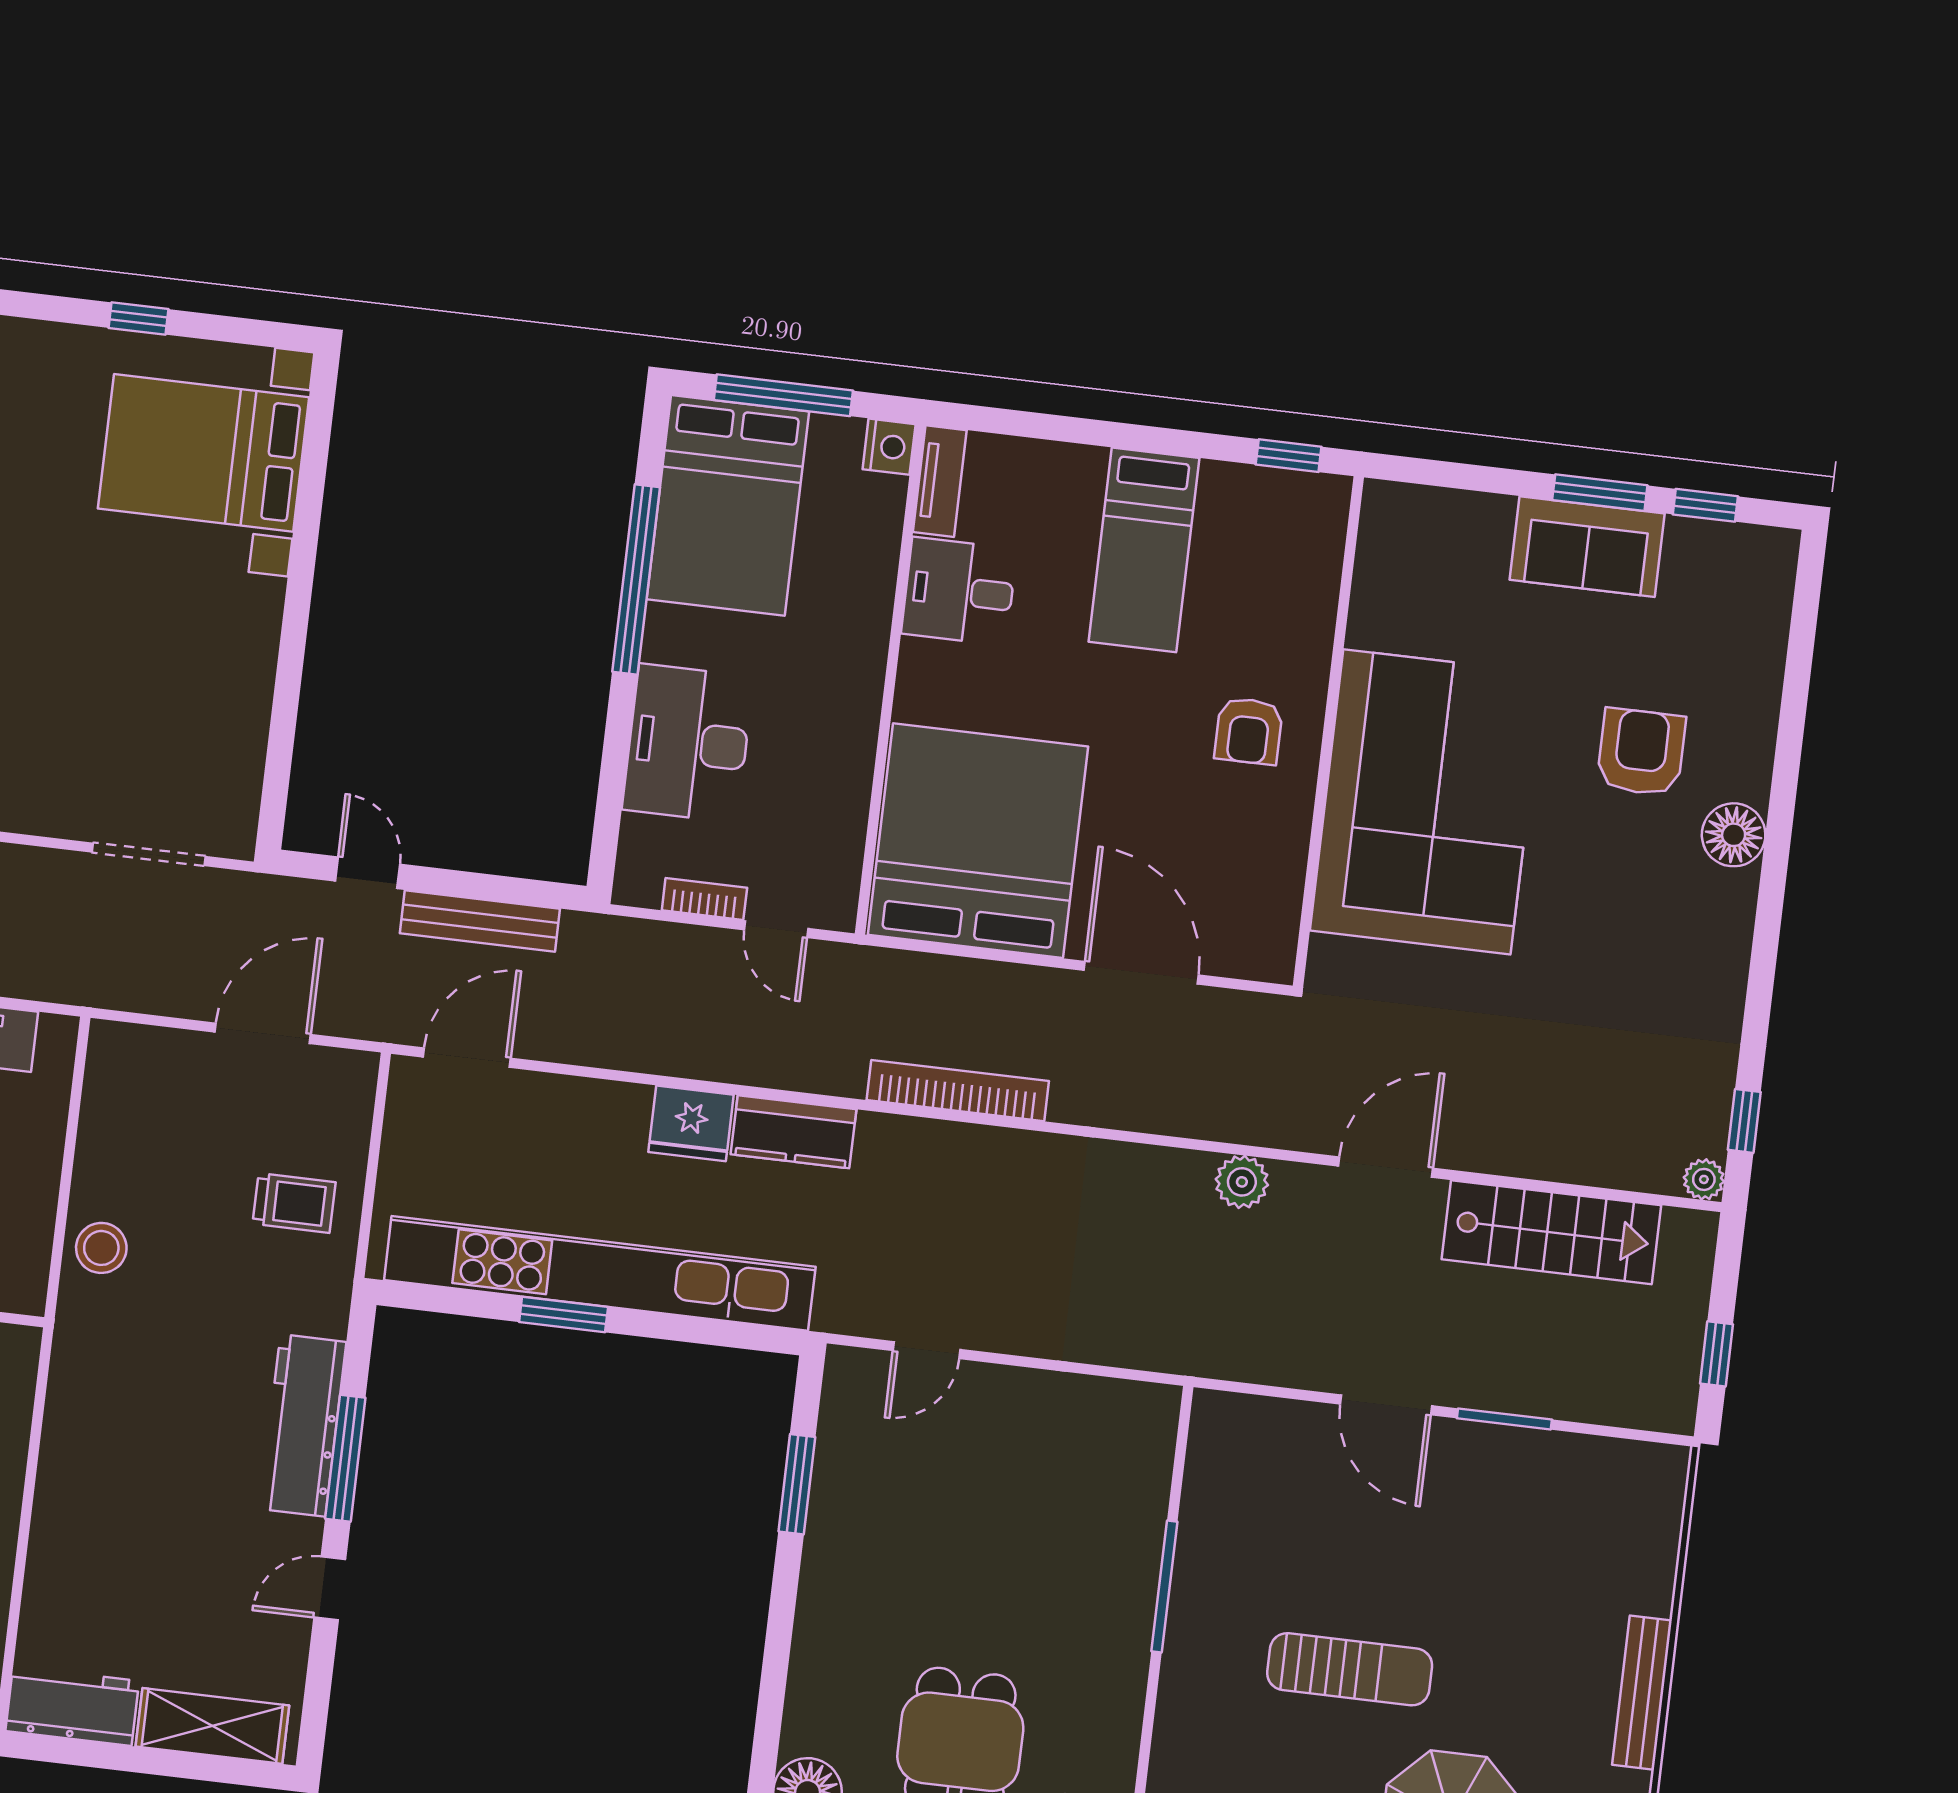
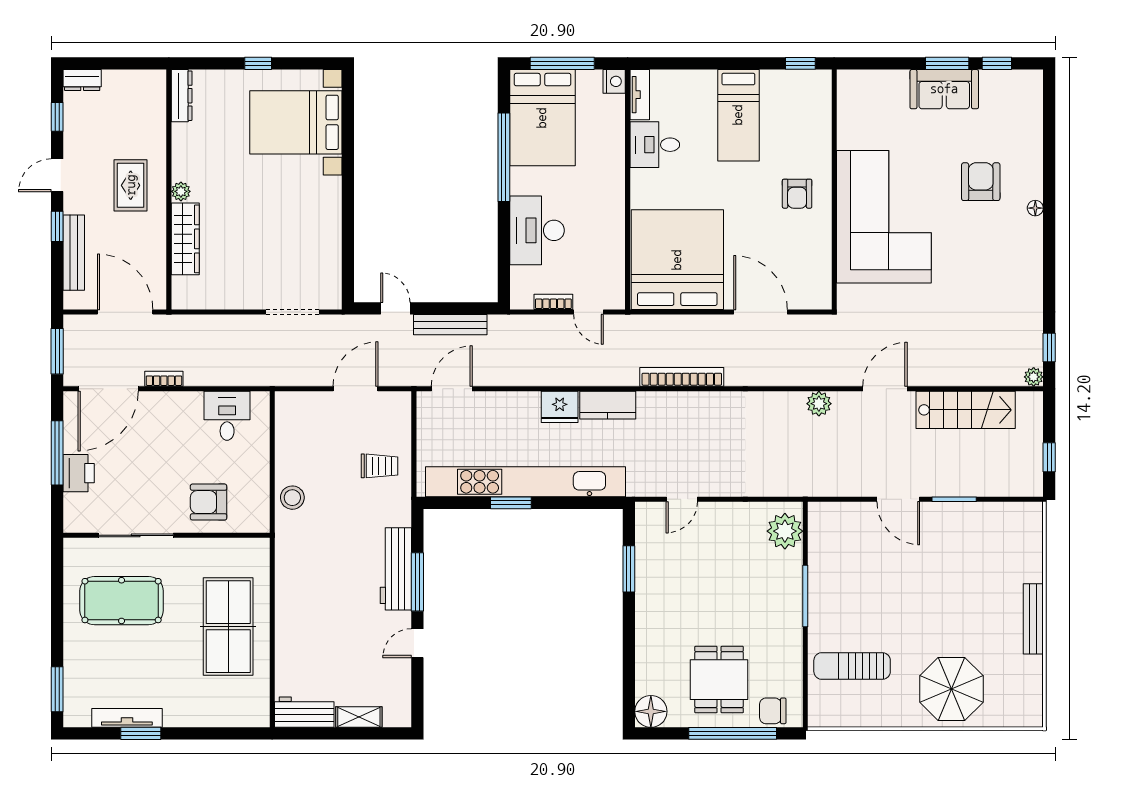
floor lamp: (1734, 835) -> (1035, 208), width x0.53, depth x0.53
plant: (1137, 1444) -> (785, 531), added
sun lounger: (1350, 1669) -> (852, 666), moved, turned 180
shelving: (212, 1726) -> (359, 717), width x0.67, depth x0.75

